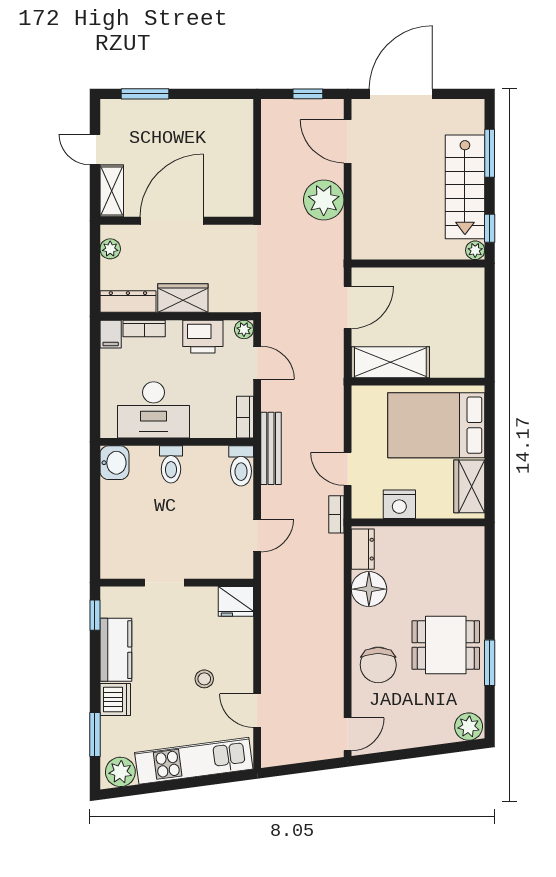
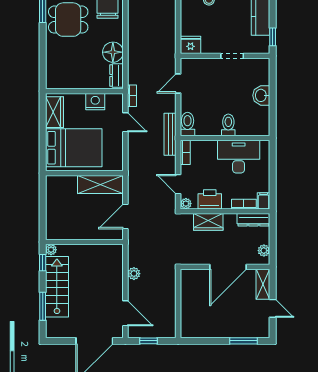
plant: (324, 200) -> (134, 274), width x0.53, depth x0.53
wardrobe: (183, 298) -> (208, 222), moved
washbasin: (114, 463) -> (261, 95), moved

